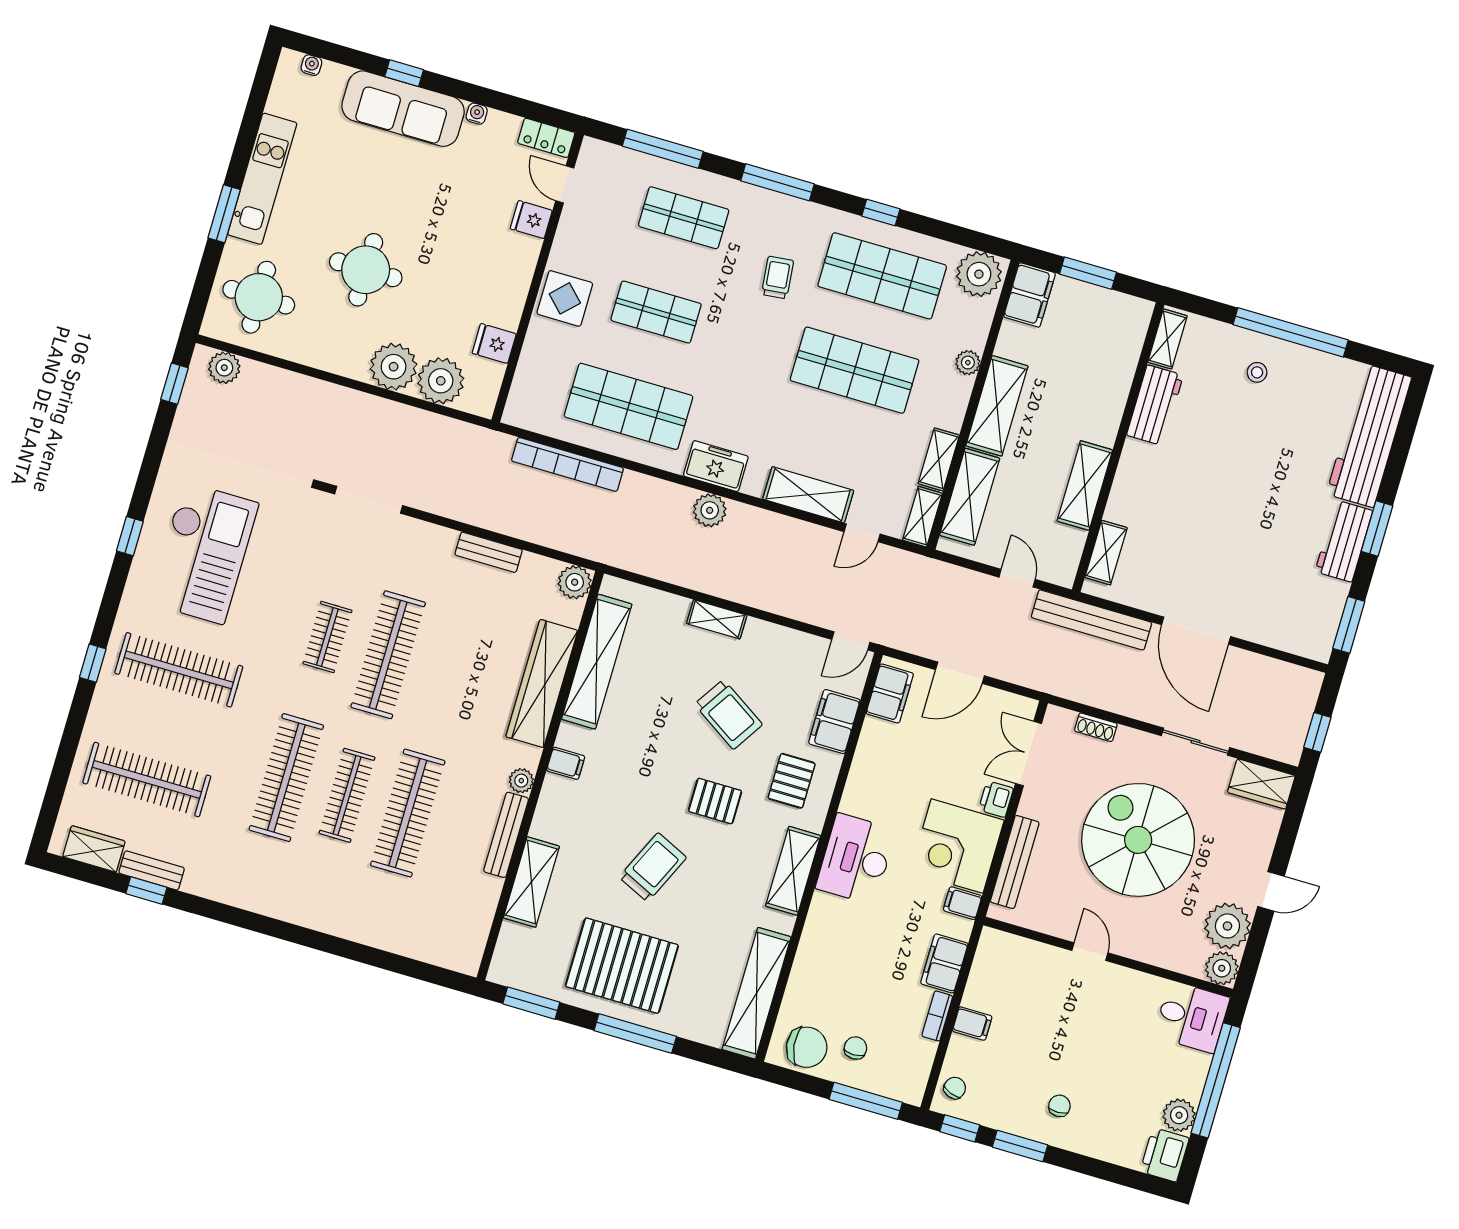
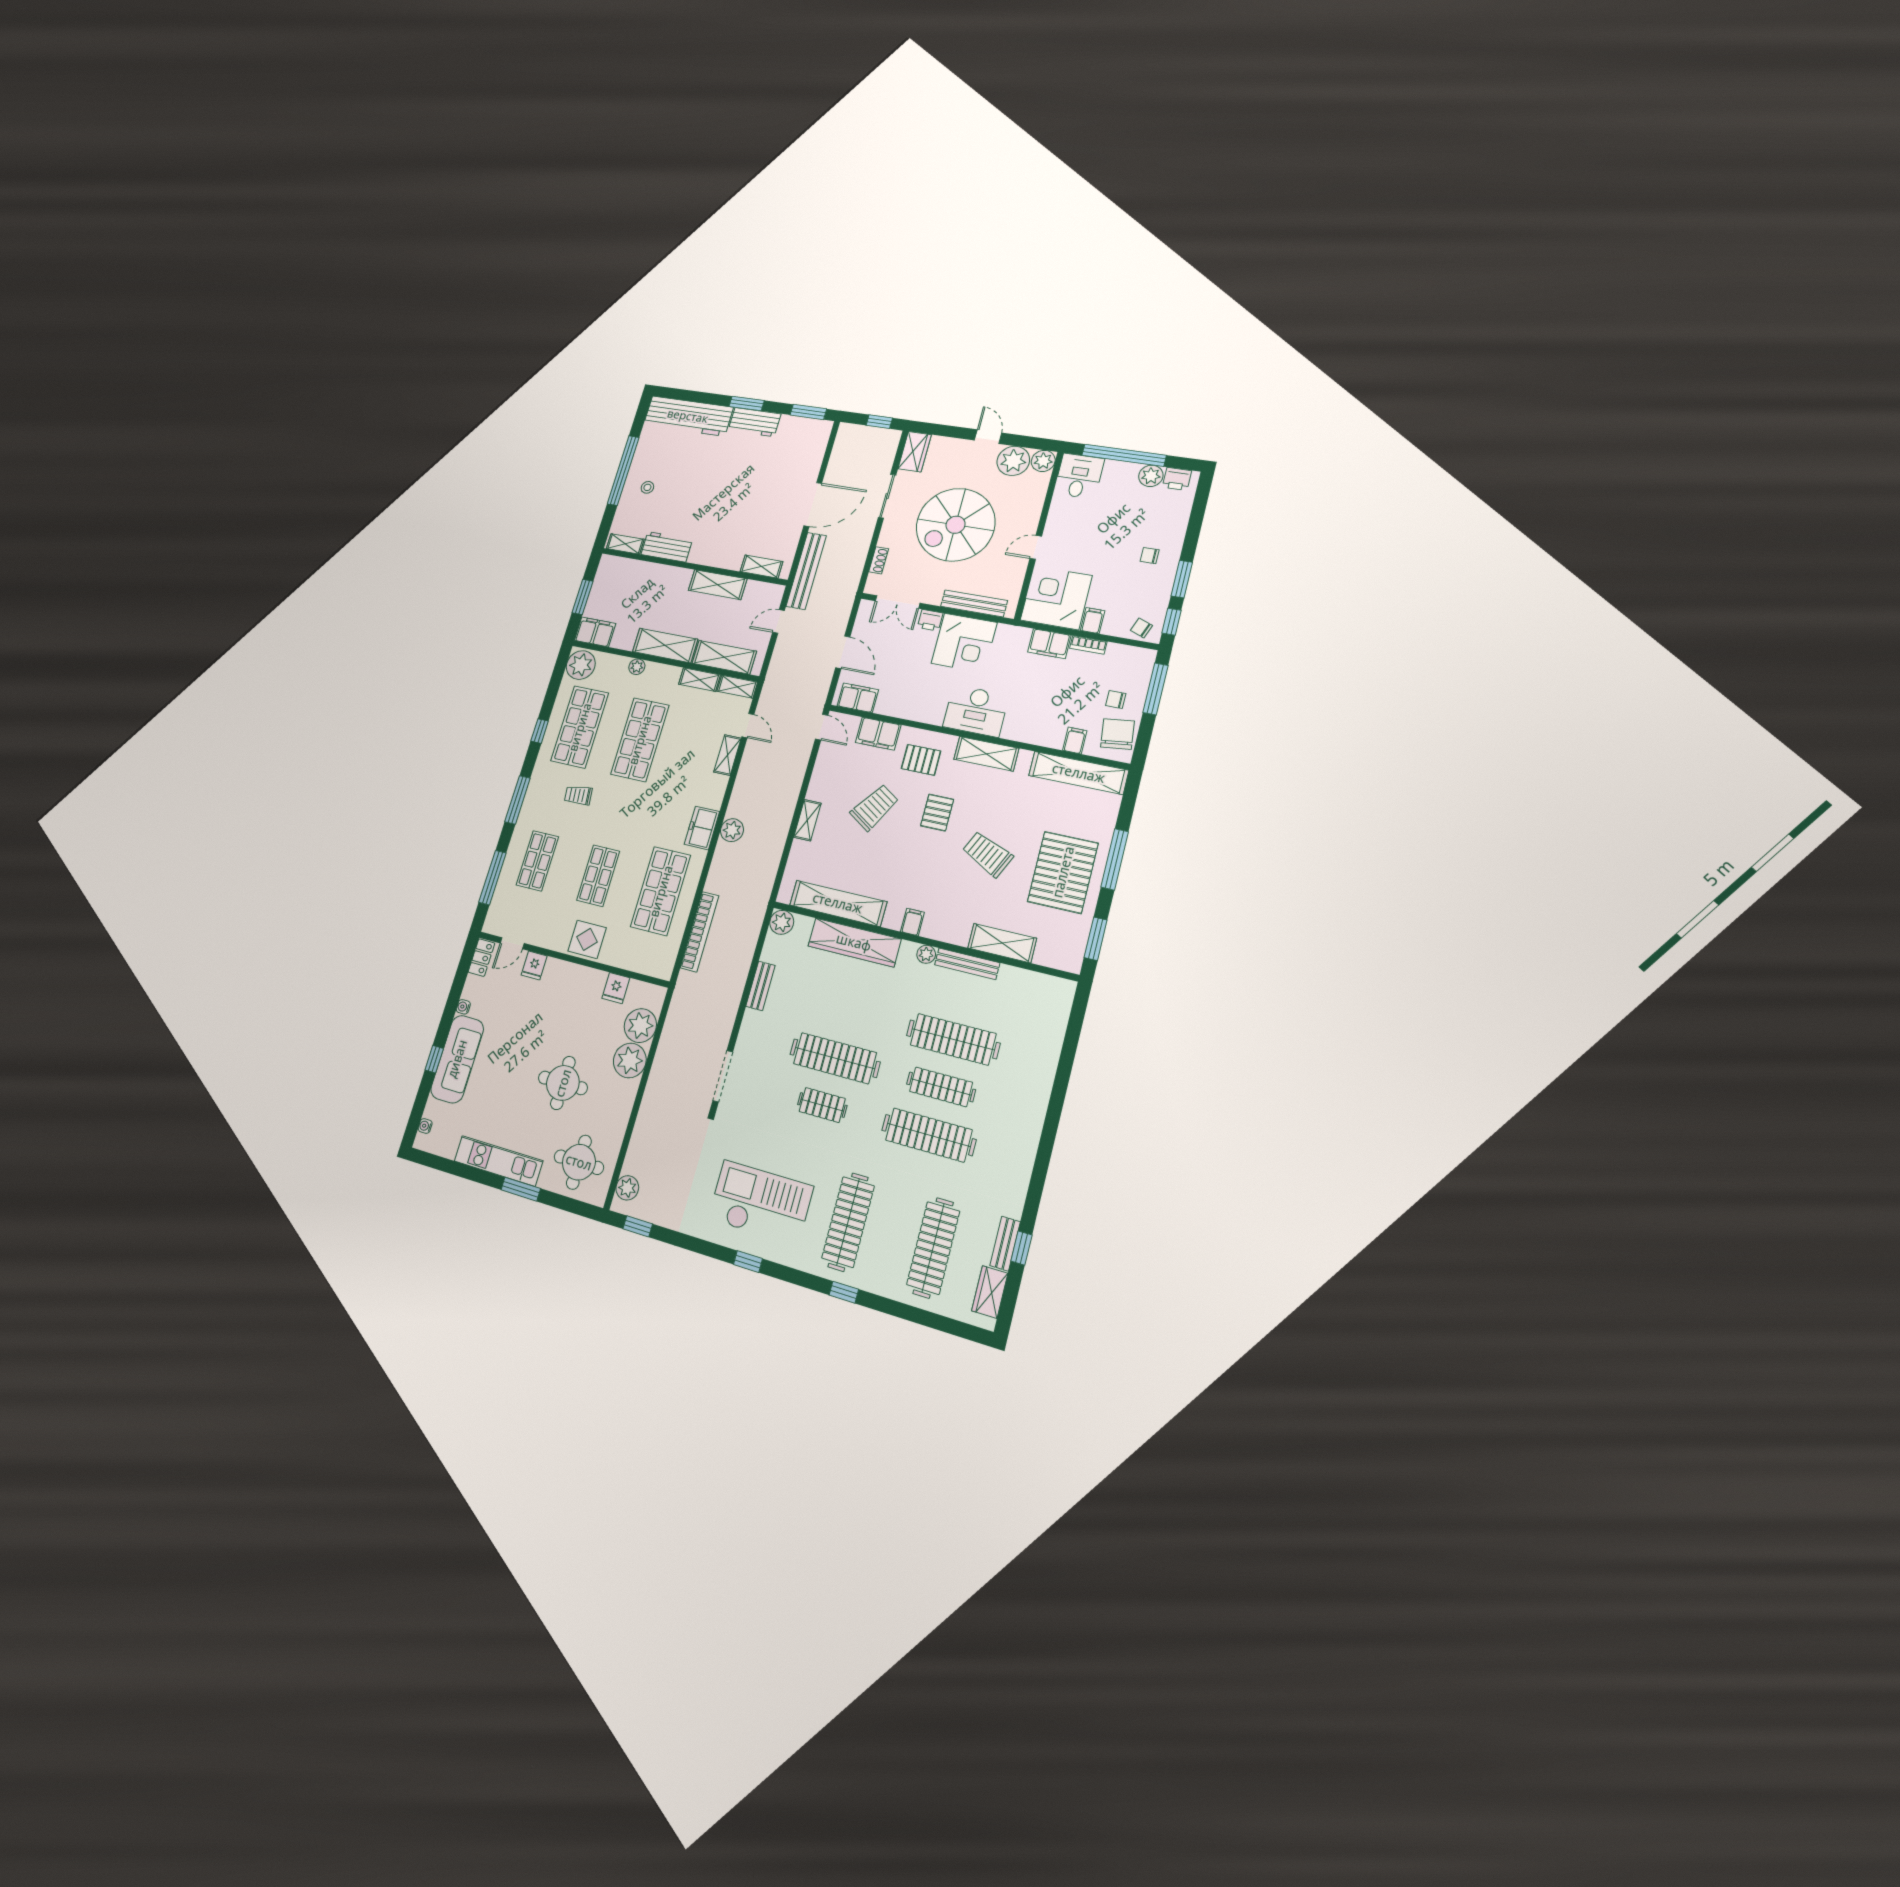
shelving: (808, 495) -> (727, 755), width x0.67, depth x0.75
filing cabinet: (963, 903) -> (1075, 740), moved, turned 180
corner desk: (1011, 976) -> (1056, 598), added
printer: (1165, 1155) -> (1177, 479), width x0.73, depth x0.81

